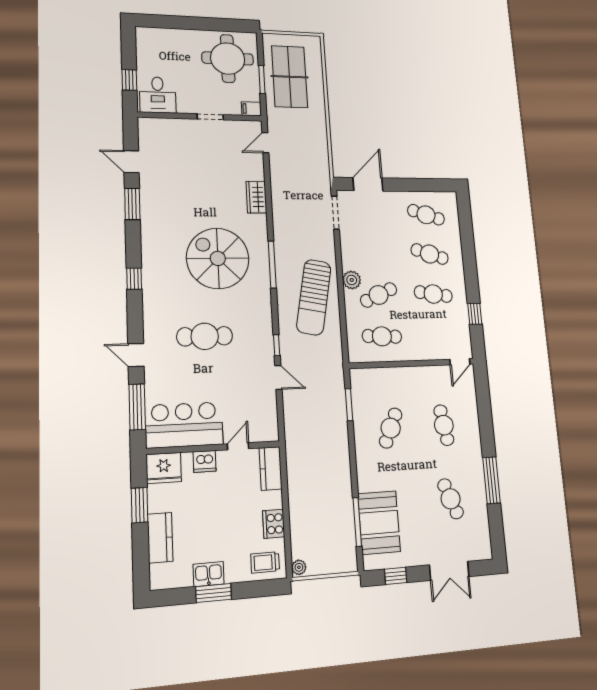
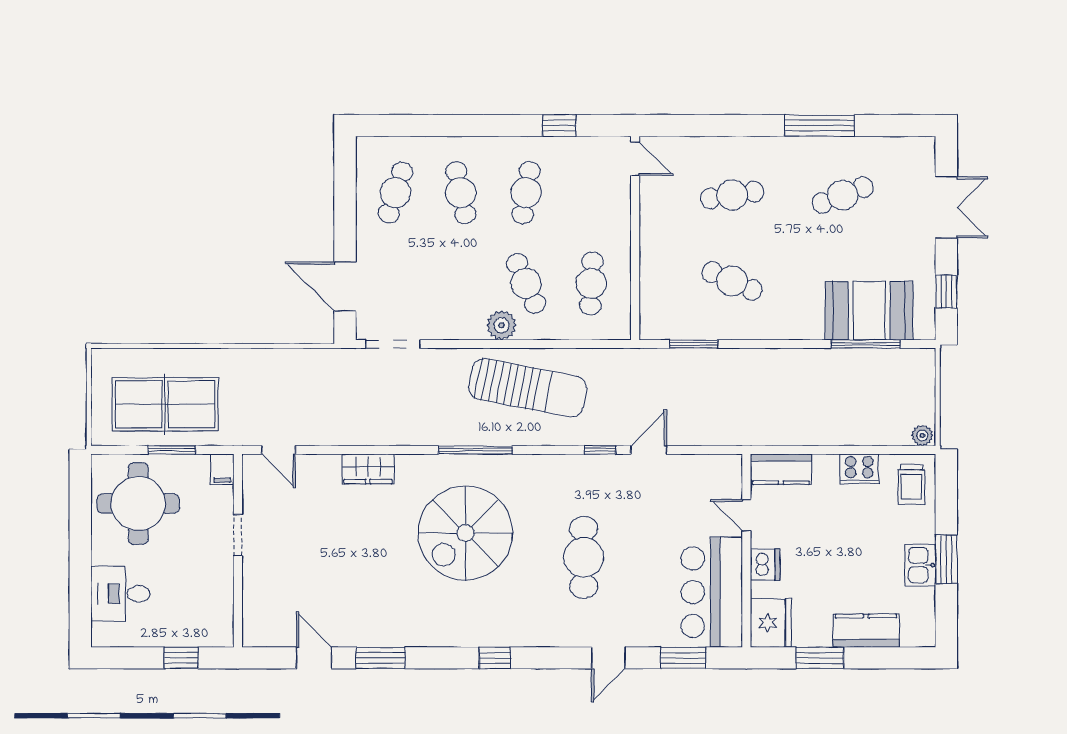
desk: (158, 95) -> (120, 594), moved, turned 180
door: (131, 162) -> (314, 658), swing flipped
cafe table: (430, 254) -> (461, 193), turned -30
window: (137, 407) -> (683, 658), width x0.69

